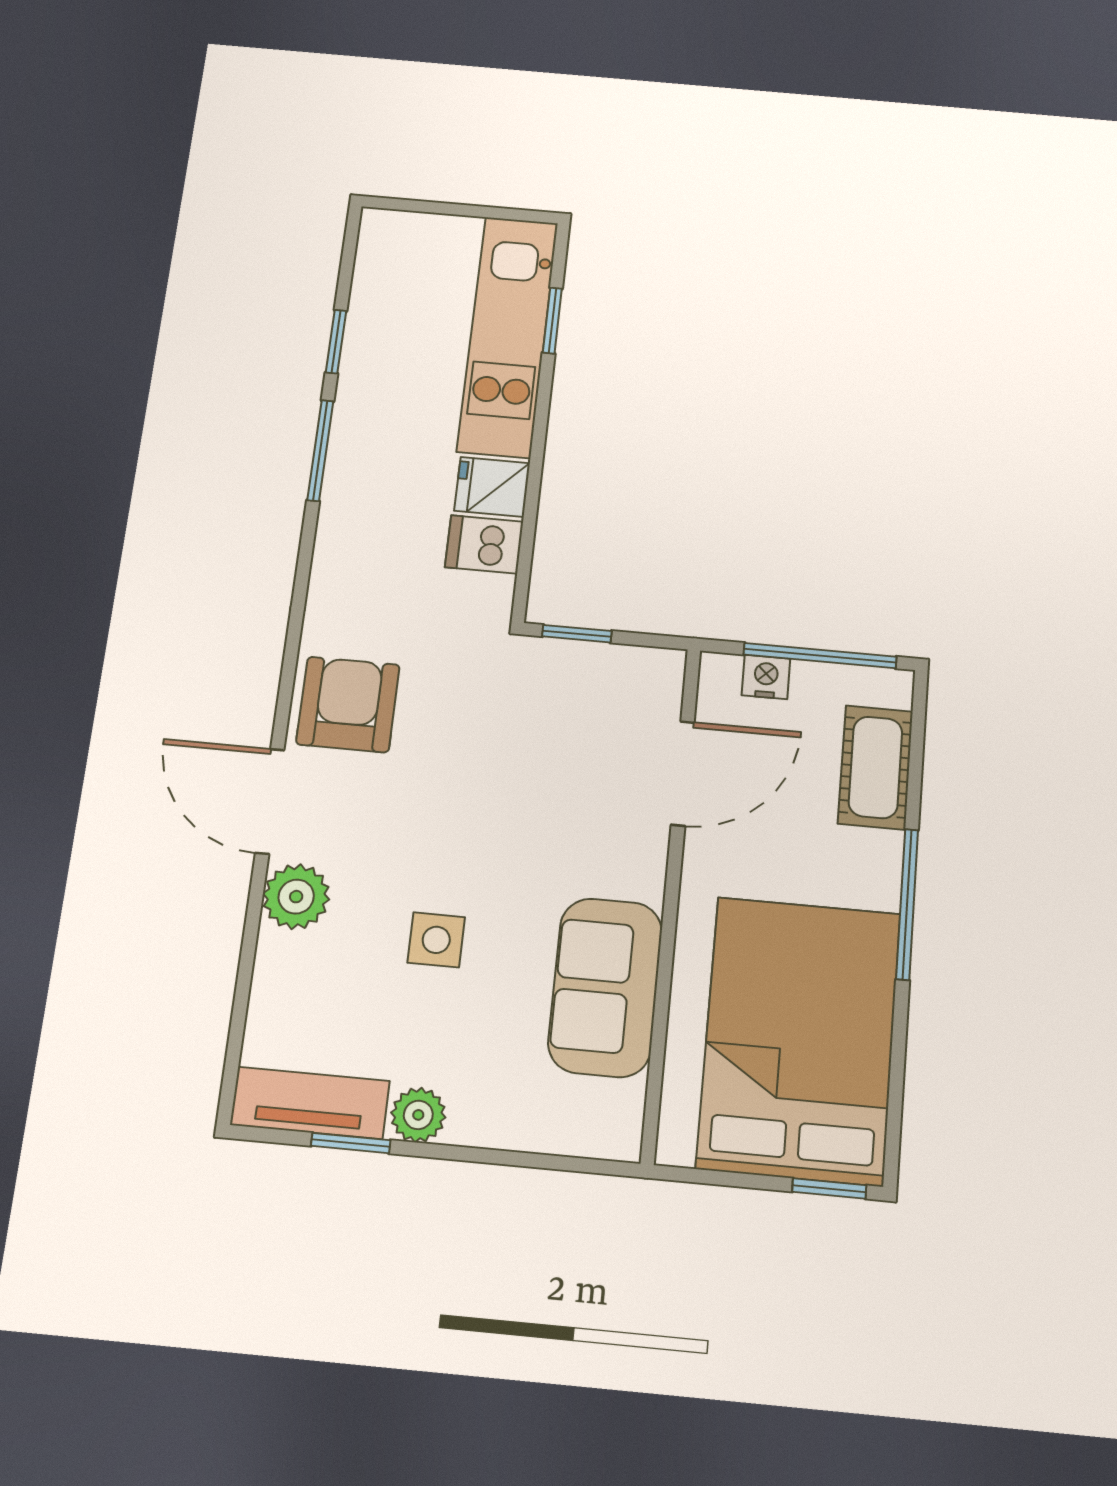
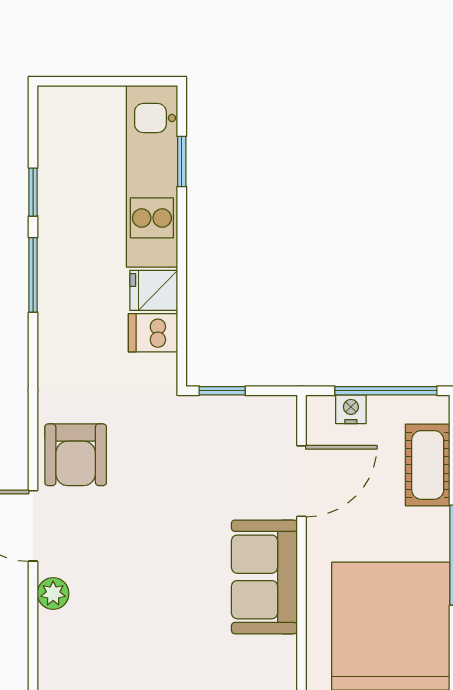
armchair: (348, 704) -> (76, 455), turned 180
plant: (296, 897) -> (53, 594), width x0.73, depth x0.73
side table: (436, 940) -> (153, 607), removed
sofa: (605, 987) -> (264, 577), moved

